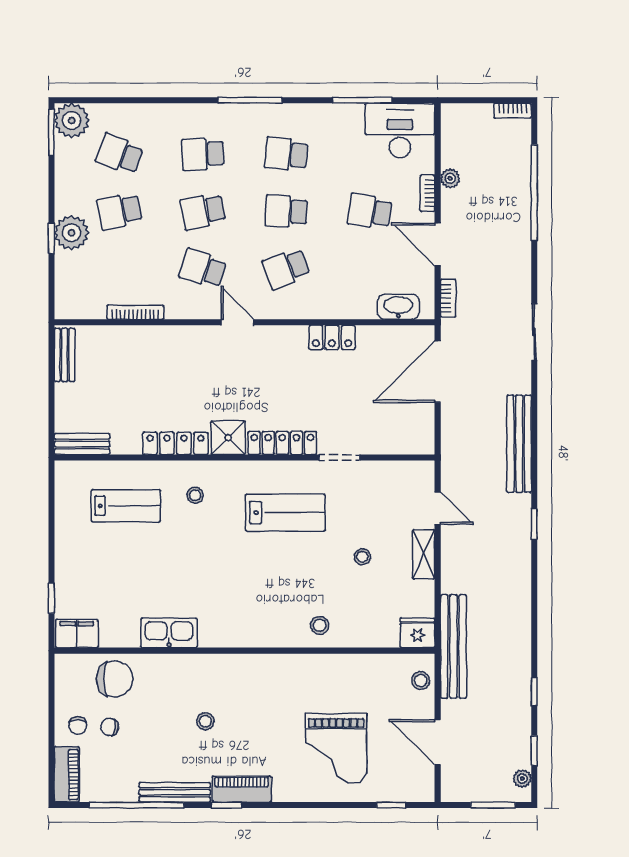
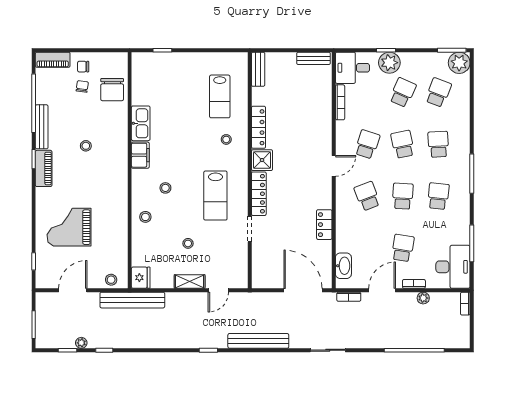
bookcase: (513, 111) -> (465, 304), moved
school desk: (119, 211) -> (403, 92), turned 36
desk: (80, 292) -> (353, 68), added
stool: (273, 593) -> (165, 188), added
filing cabinet: (77, 634) -> (140, 155), moved
plant: (522, 779) -> (81, 343), moved

